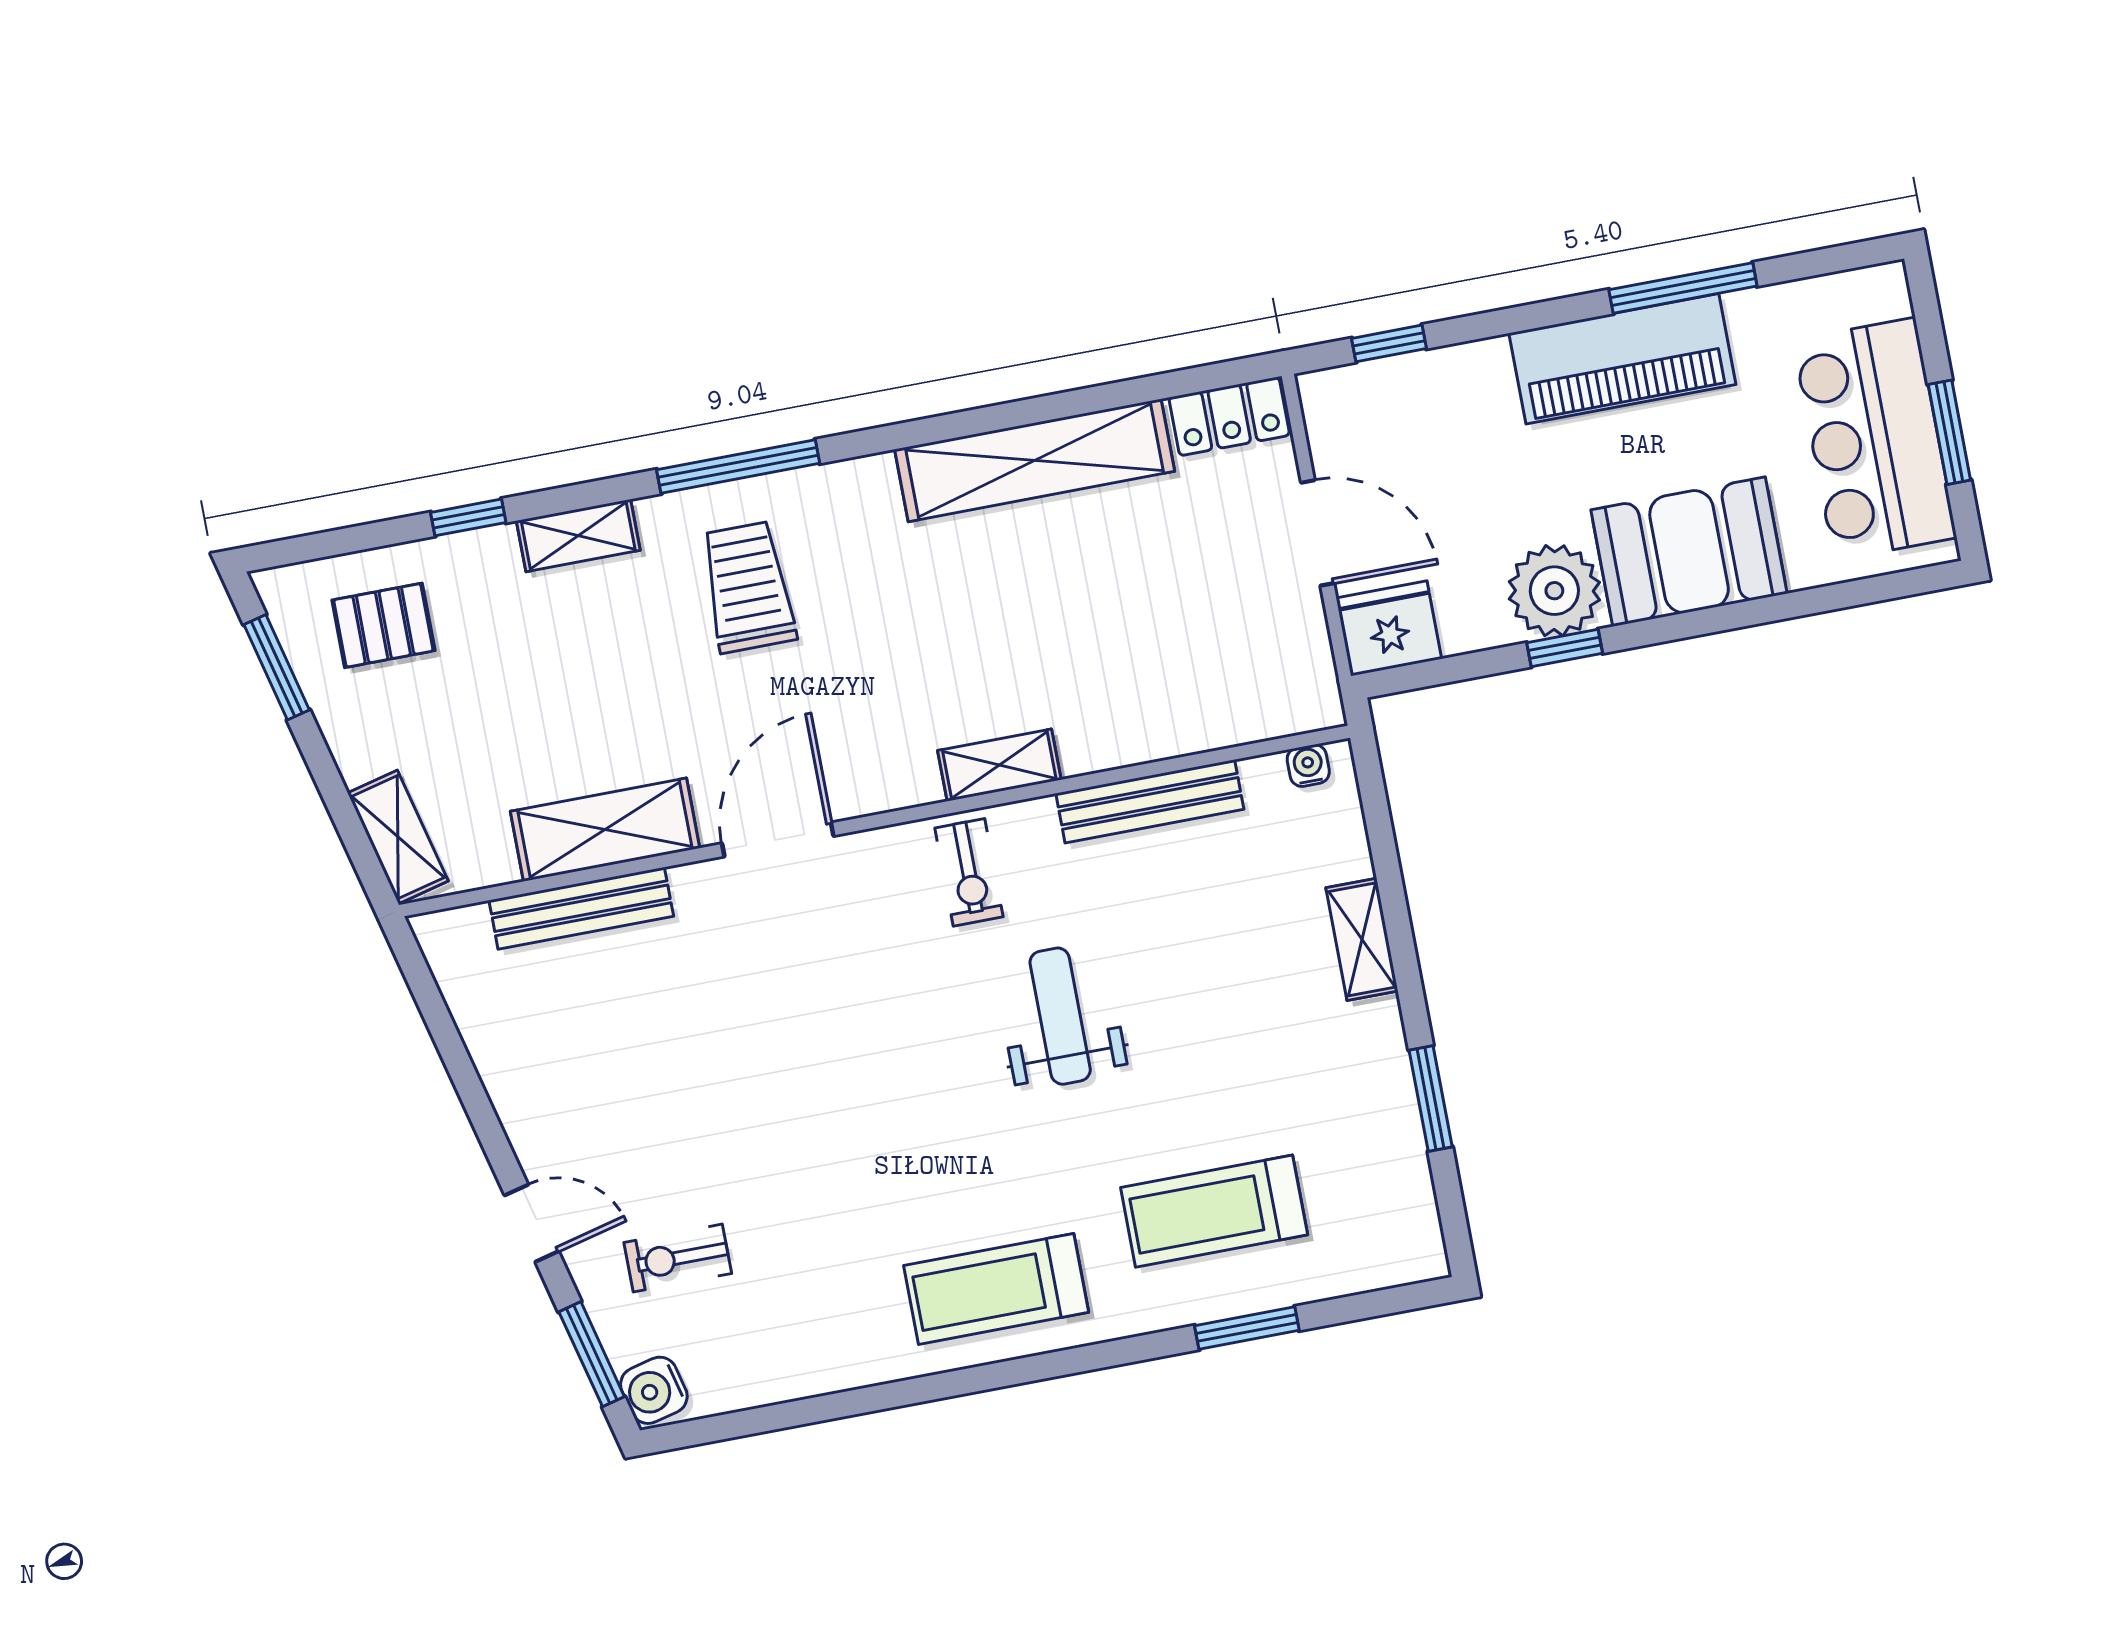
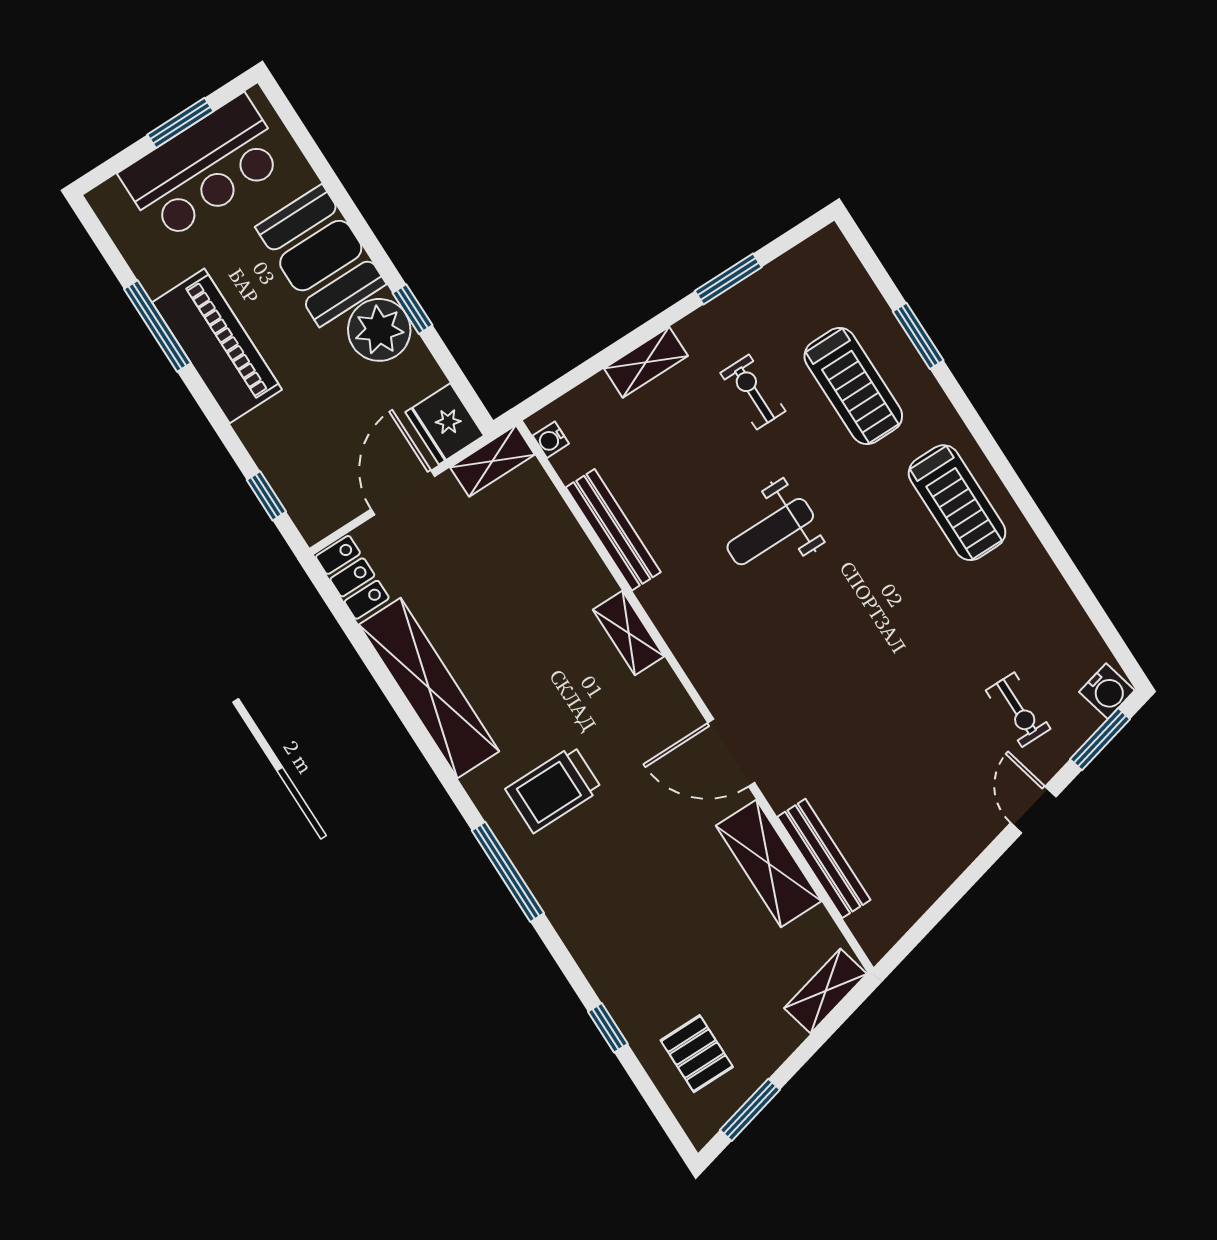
shelving: (578, 536) -> (492, 461), moved, turned 90
trolley: (748, 587) -> (554, 789), moved
exercise bike: (969, 872) -> (753, 392), moved, turned -90

